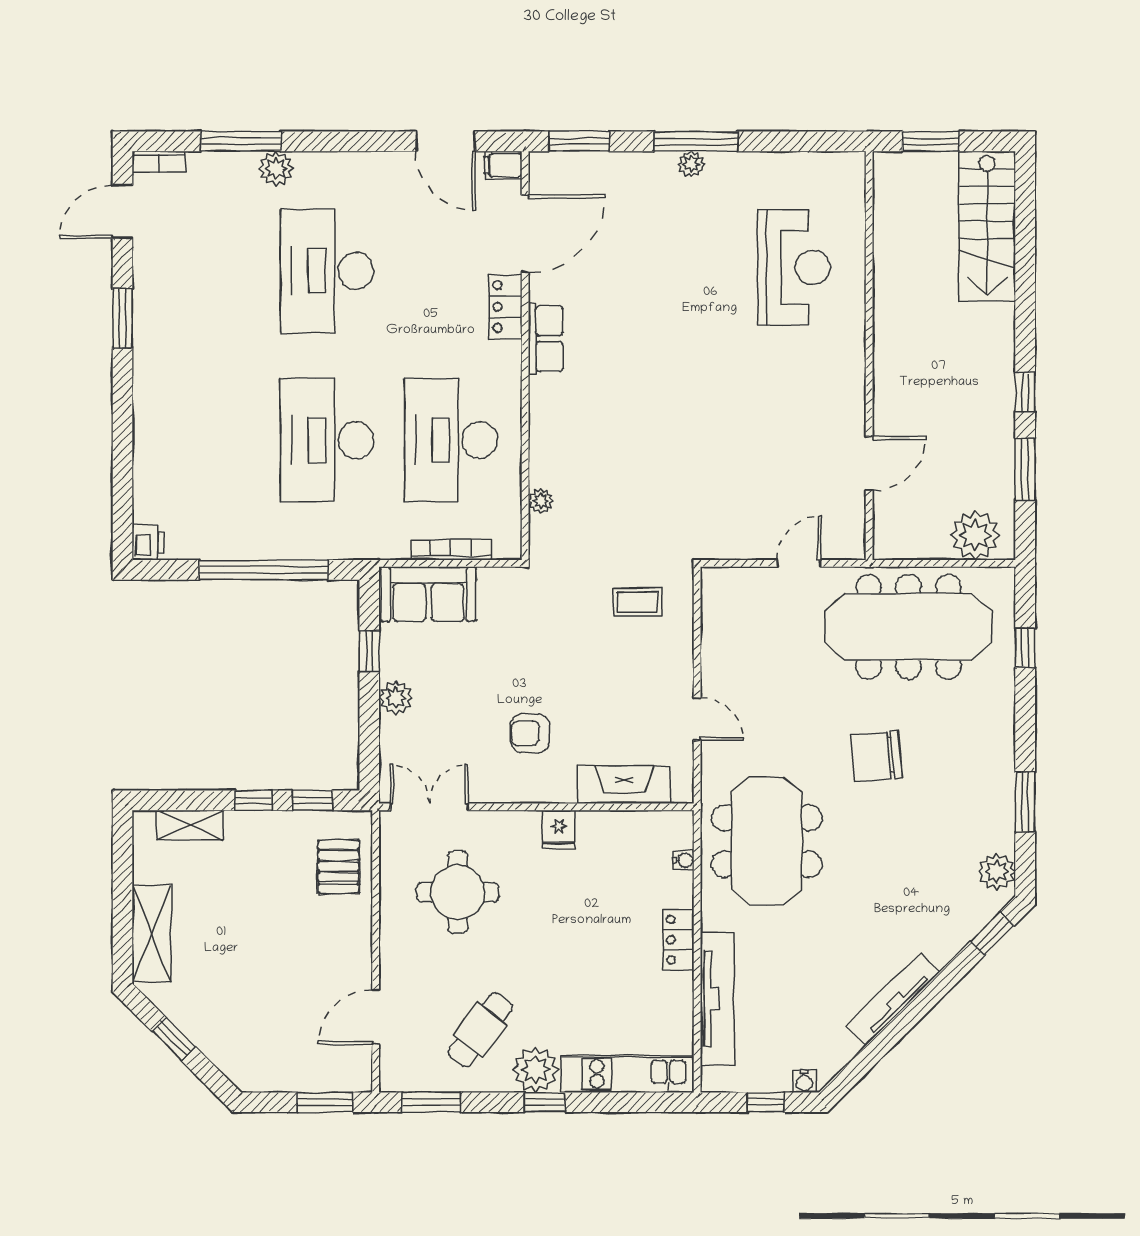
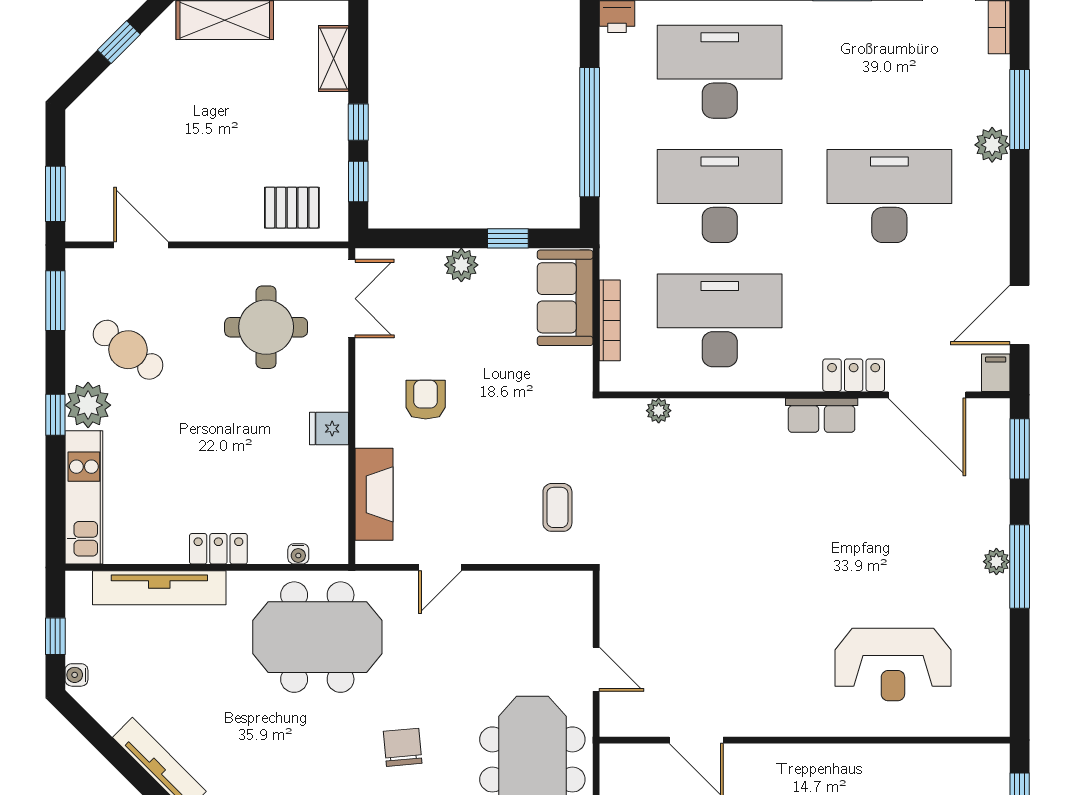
desk: (203, 440) -> (720, 72), added
chair: (876, 756) -> (403, 747), width x0.73, depth x0.73

